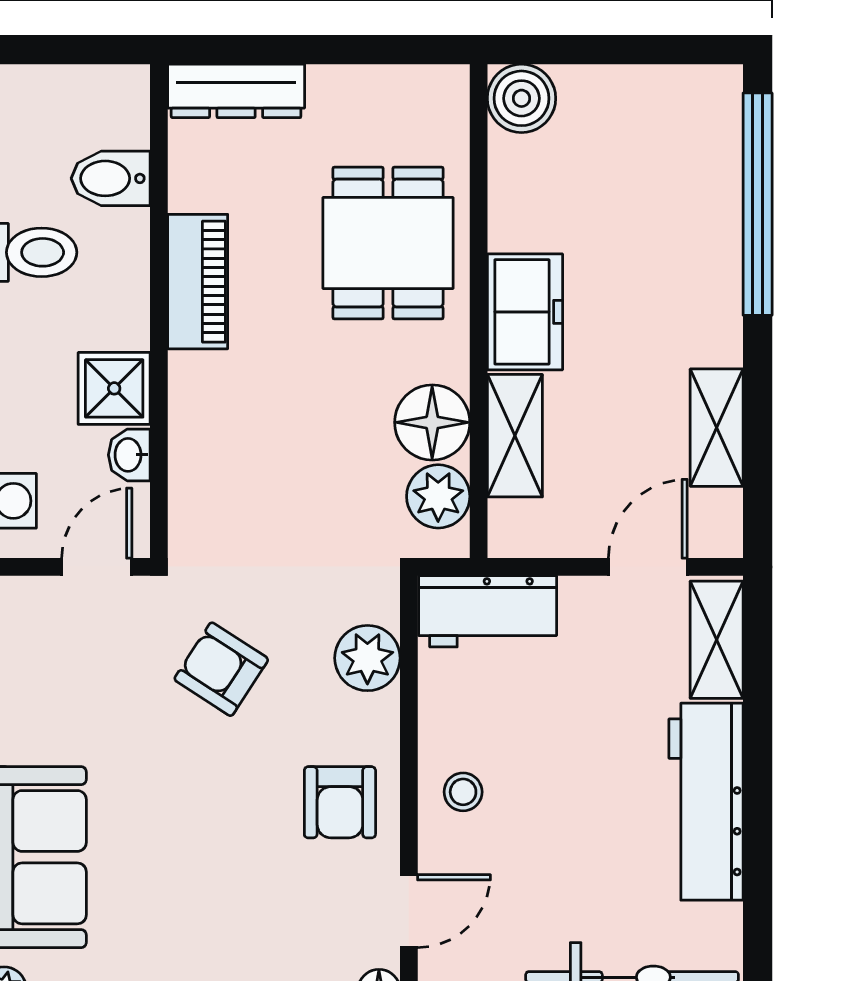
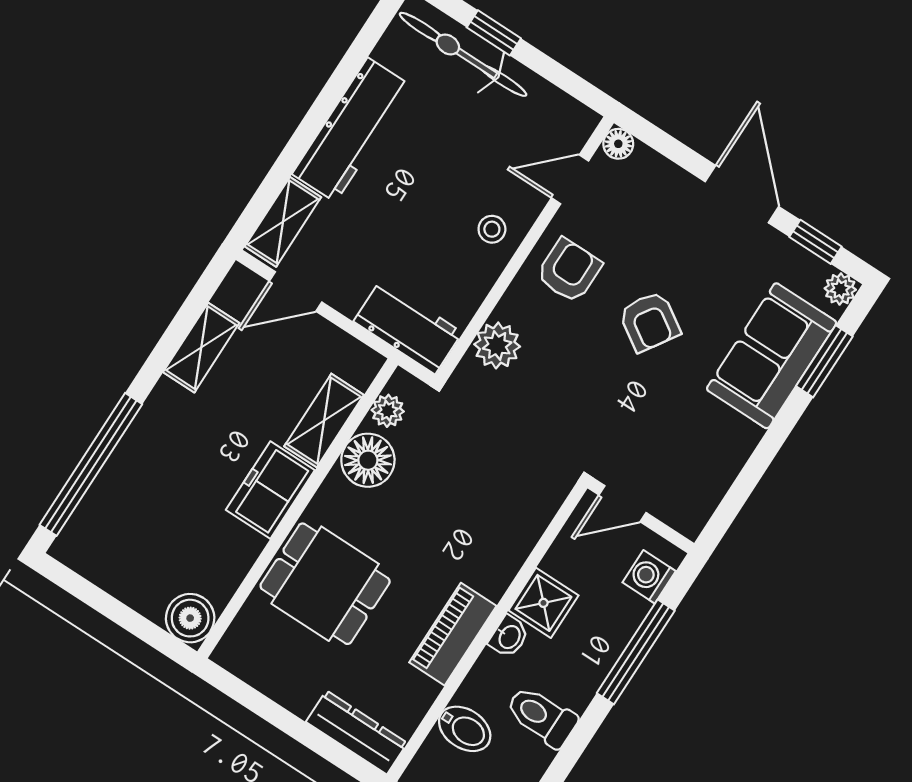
dining table: (388, 243) -> (325, 584), turned 90
washbasin: (129, 455) -> (509, 637), moved
plant: (438, 496) -> (388, 411), width x0.73, depth x0.73
armchair: (221, 669) -> (650, 321), moved

